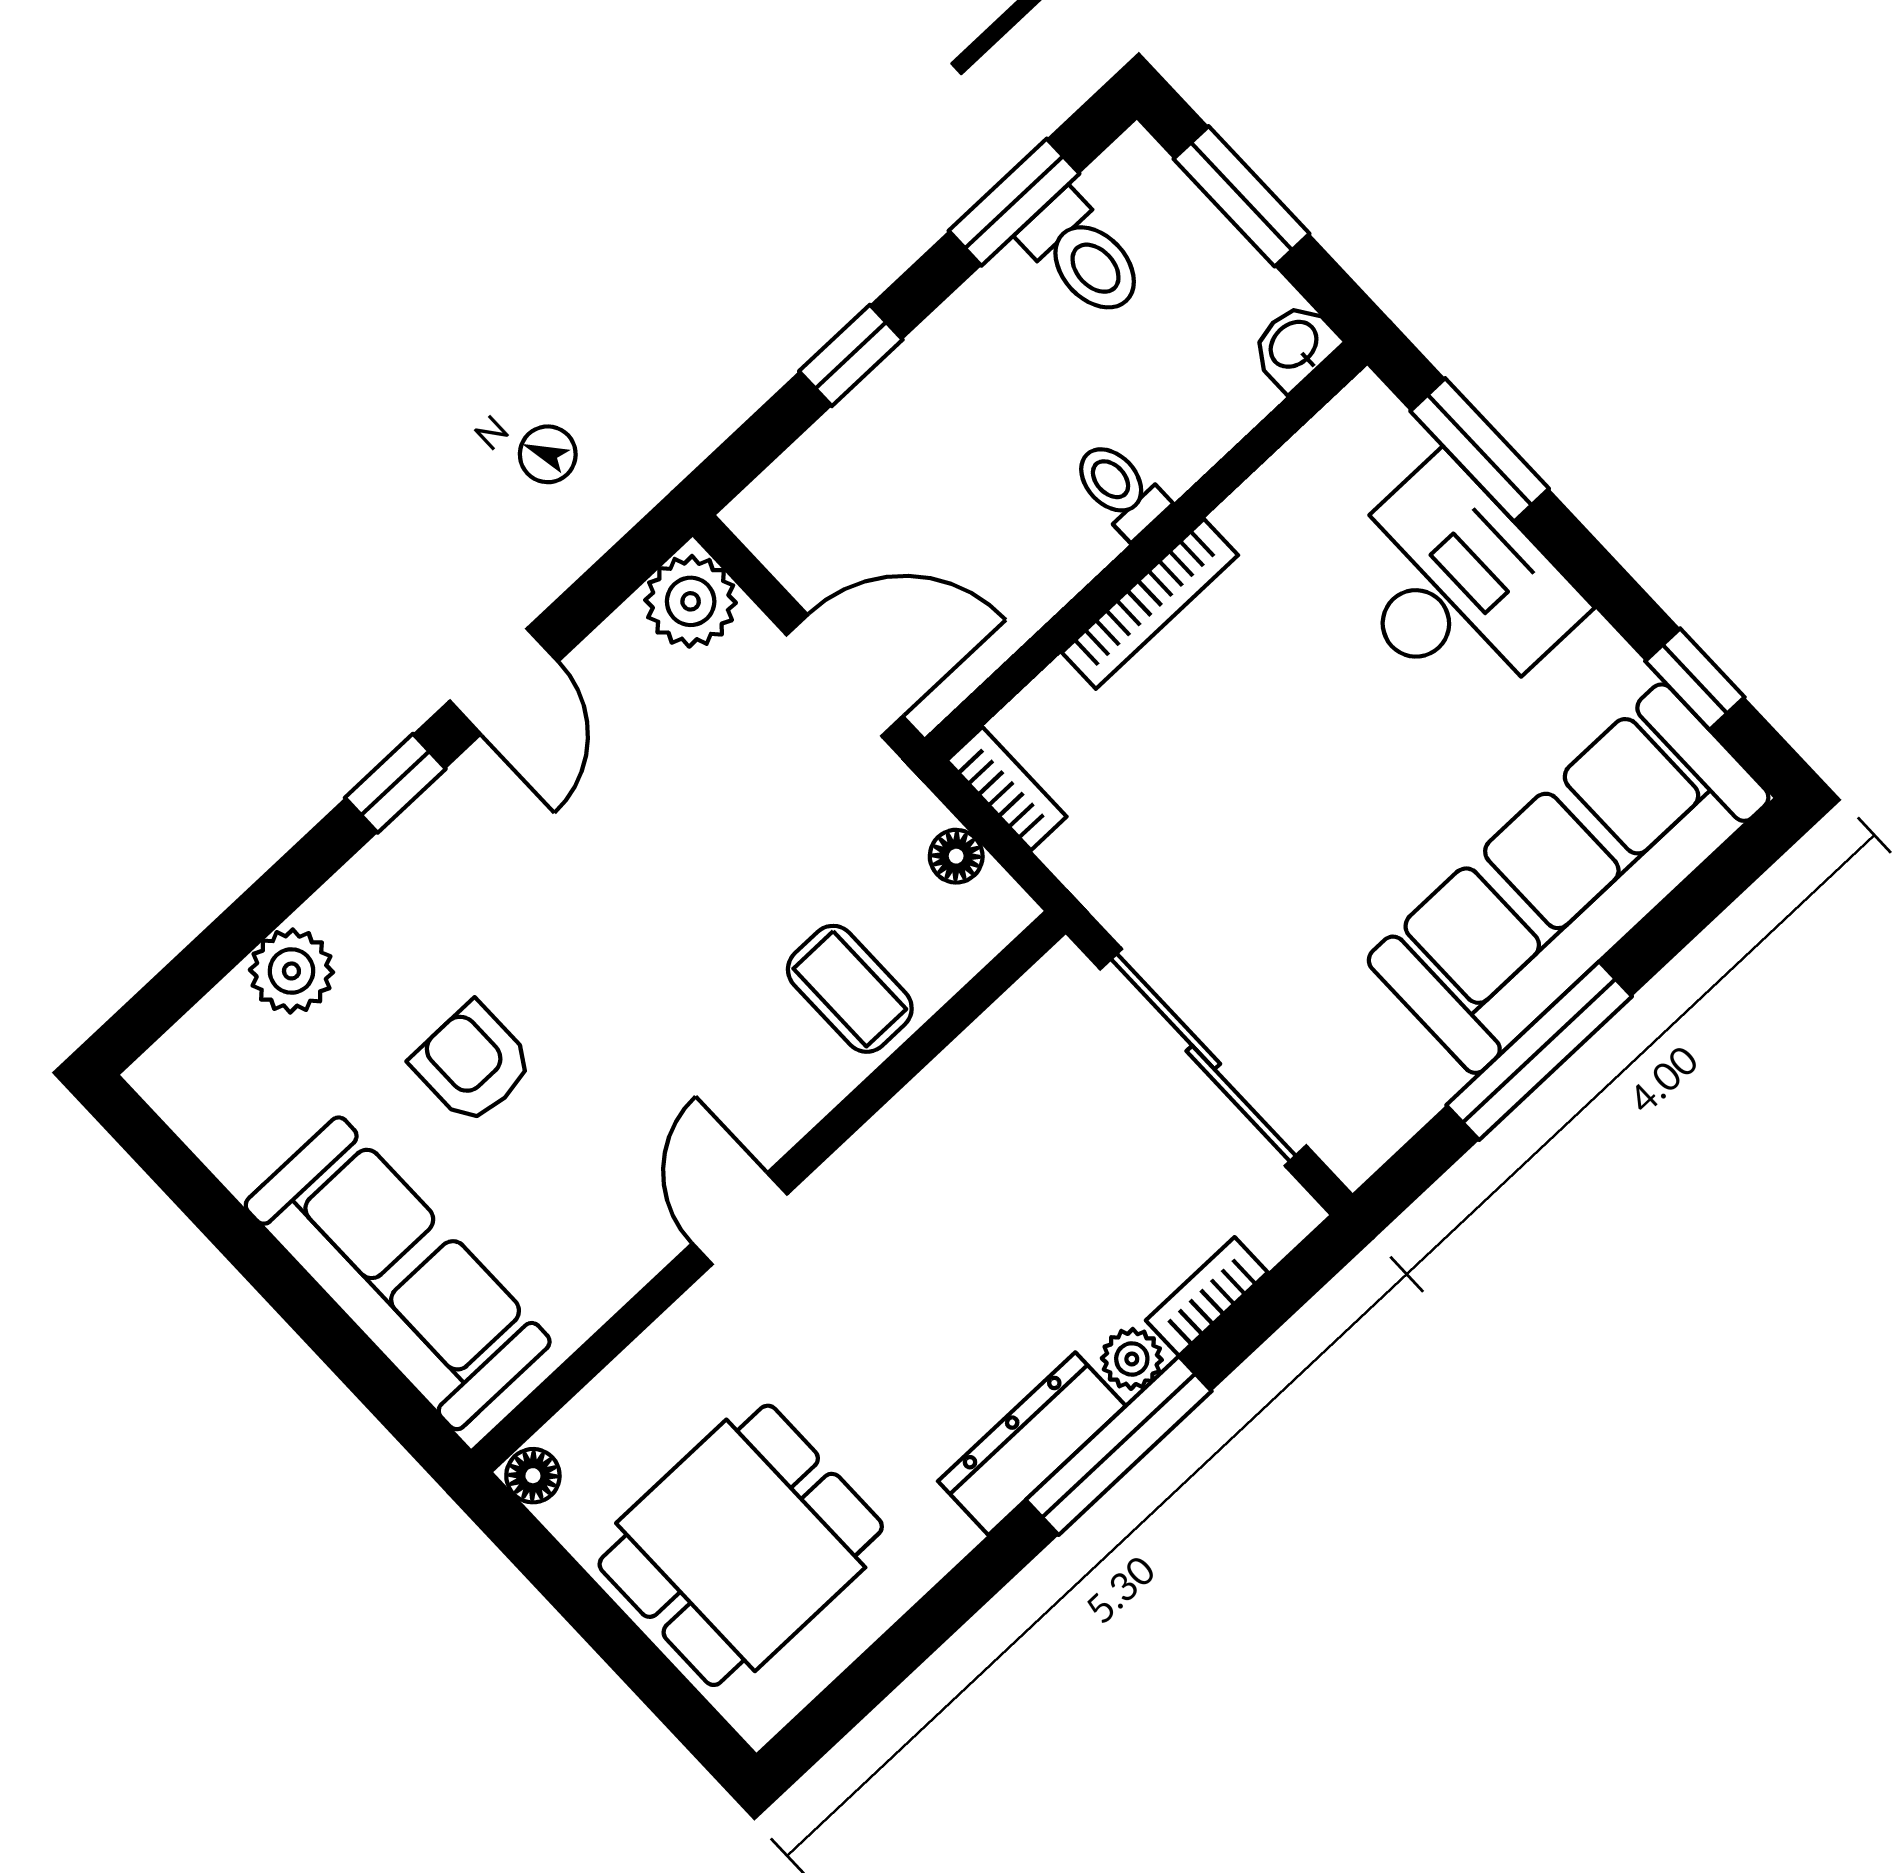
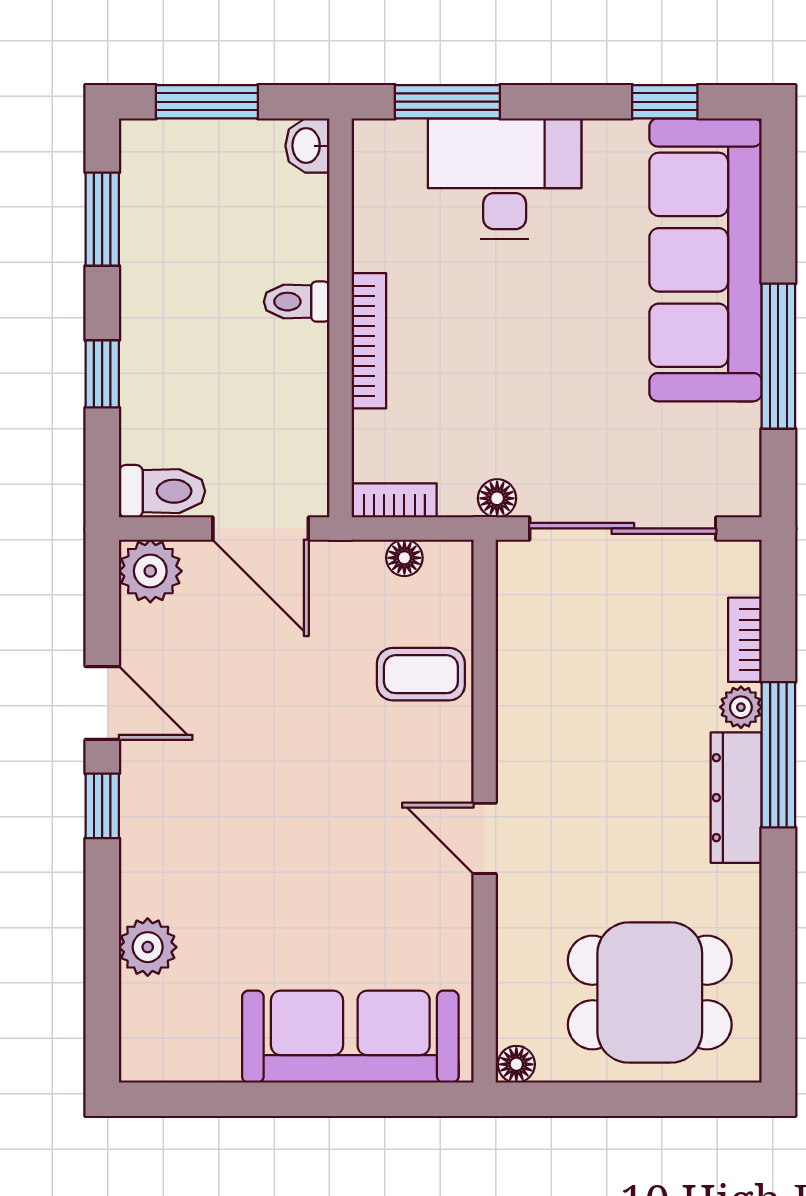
toilet: (1084, 255) -> (162, 491), moved
door: (845, 675) -> (261, 528), swing flipped
floor lamp: (1111, 895) -> (497, 498), added
armchair: (473, 1063) -> (280, 900), removed
dining table: (741, 1545) -> (650, 993), turned 90

